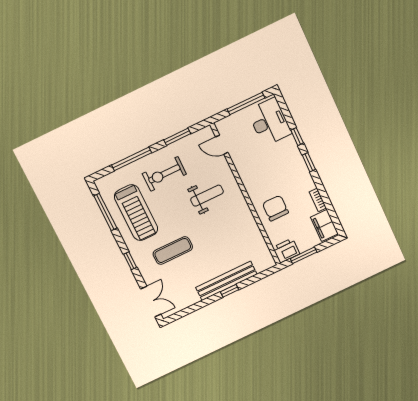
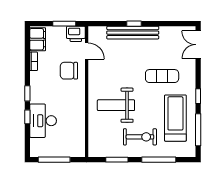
desk: (269, 122) -> (43, 121), moved
door: (222, 145) -> (87, 51), moved
weight bench: (207, 196) -> (116, 105), width x1.36, depth x1.33
chair: (275, 208) -> (69, 71), turned 90
window: (130, 261) -> (198, 96), moved

